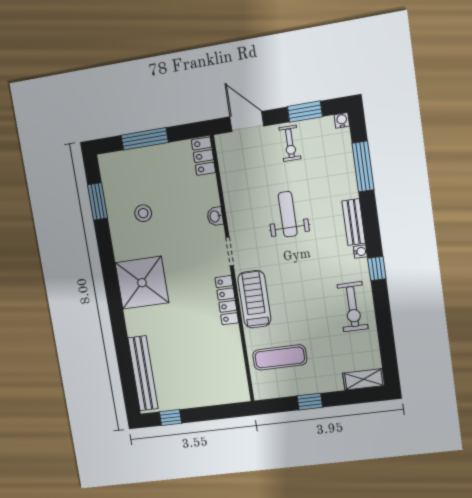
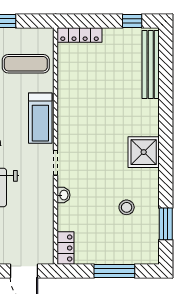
shower: (142, 283) -> (144, 152), width x0.73, depth x0.73
locker: (227, 300) -> (80, 35), moved, turned 90

